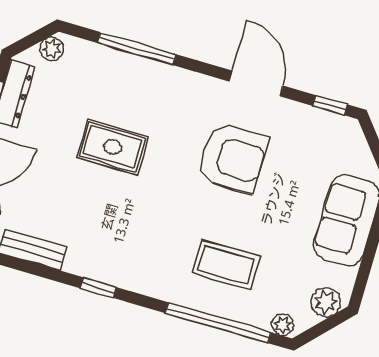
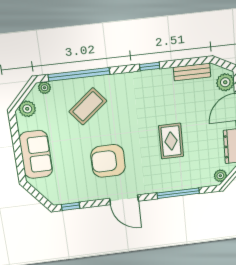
door: (256, 84) -> (124, 200), moved
rug: (113, 147) -> (171, 141), turned 90
coffee table: (226, 265) -> (88, 106), turned -39

